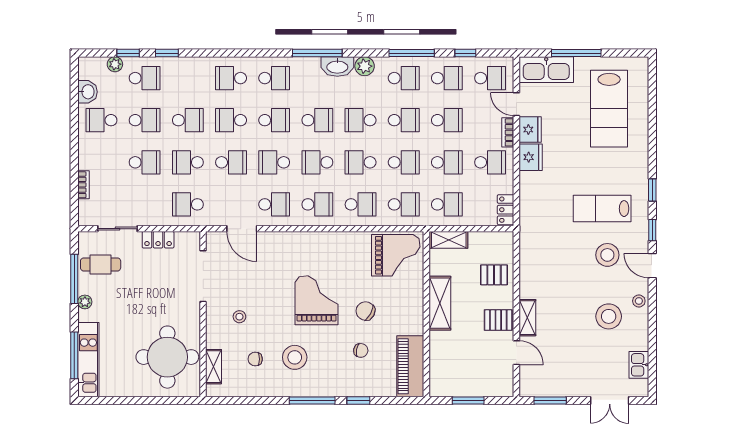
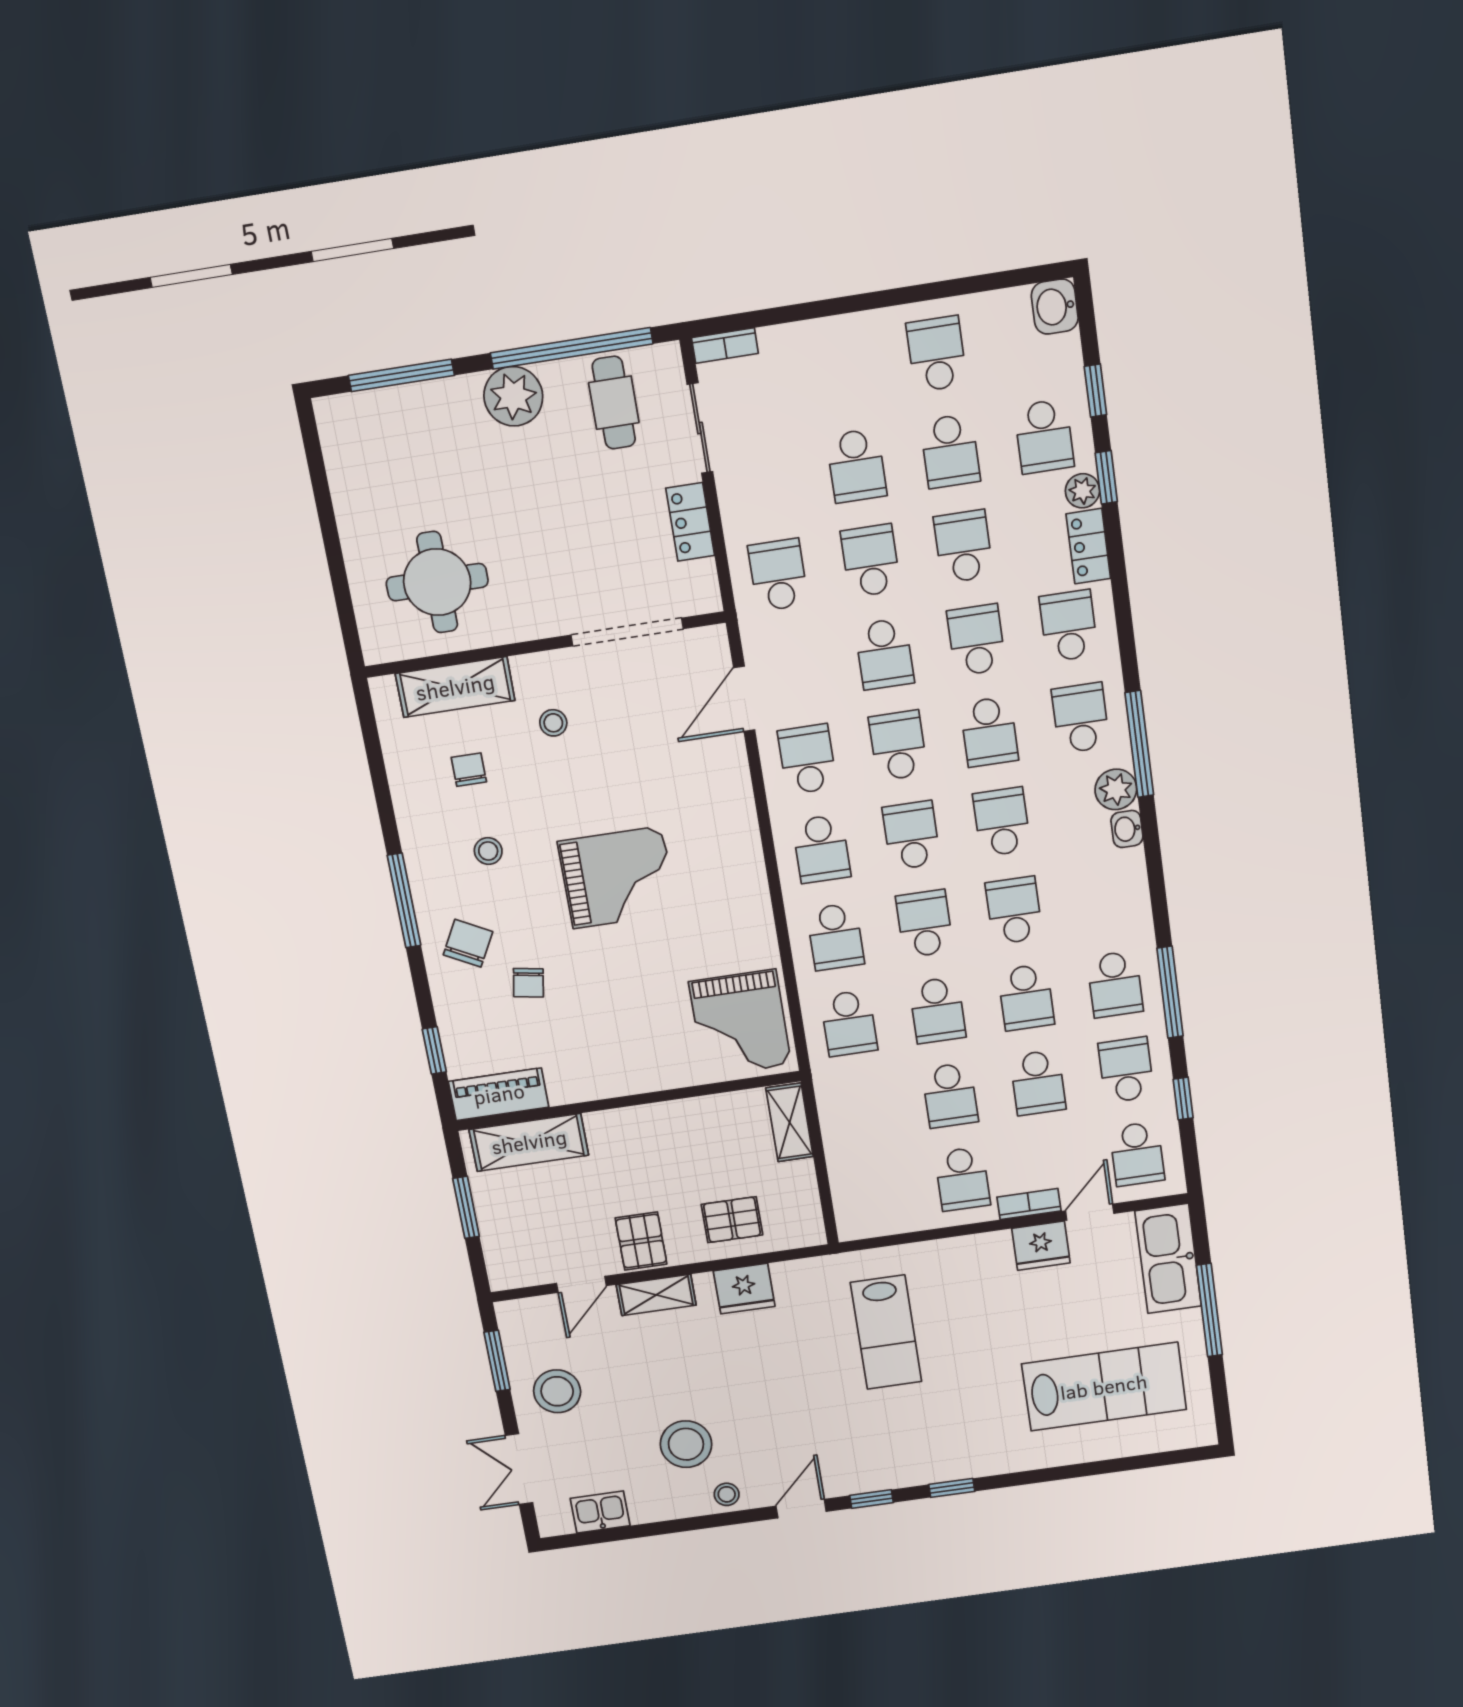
window: (317, 53) -> (1139, 744), moved
plant: (115, 64) -> (1082, 491), moved
plant: (365, 66) -> (1116, 789), moved
washbasin: (337, 67) -> (1127, 829), width x0.52, depth x0.69
school desk: (274, 78) -> (1081, 718), turned 180
school desk: (447, 78) -> (1126, 1070), turned 180
washbasin: (87, 92) -> (1055, 307), moved, turned 90
lab bench: (609, 109) -> (1104, 1387), turned 180
school desk: (188, 120) -> (963, 546), turned 180
school desk: (317, 120) -> (1002, 822), turned 180
fridge: (531, 157) -> (744, 1289), moved
bookcase: (84, 185) -> (725, 346), moved
school desk: (274, 204) -> (807, 759), turned 180
school desk: (447, 204) -> (862, 1108), removed
lab bench: (602, 209) -> (886, 1332), moved, turned 180
locker: (506, 210) -> (1088, 546), moved, turned -90
stool: (607, 255) -> (557, 1391), moved
pallet: (494, 275) -> (732, 1220), turned 90
window: (74, 279) -> (571, 348), width x1.46
plant: (85, 302) -> (513, 396), width x1.88, depth x1.88
shelving: (440, 303) -> (529, 1142), moved
chair: (365, 311) -> (468, 943), moved
round table: (167, 357) -> (437, 582), width x0.73, depth x0.73
stool: (295, 357) -> (488, 851), width x0.53, depth x0.53
kitchen unit: (88, 360) -> (398, 409), removed
piano: (410, 366) -> (499, 1094), width x0.73, depth x0.75
shelving: (214, 367) -> (455, 687), width x1.50, depth x1.33
window: (358, 401) -> (434, 1050), moved

